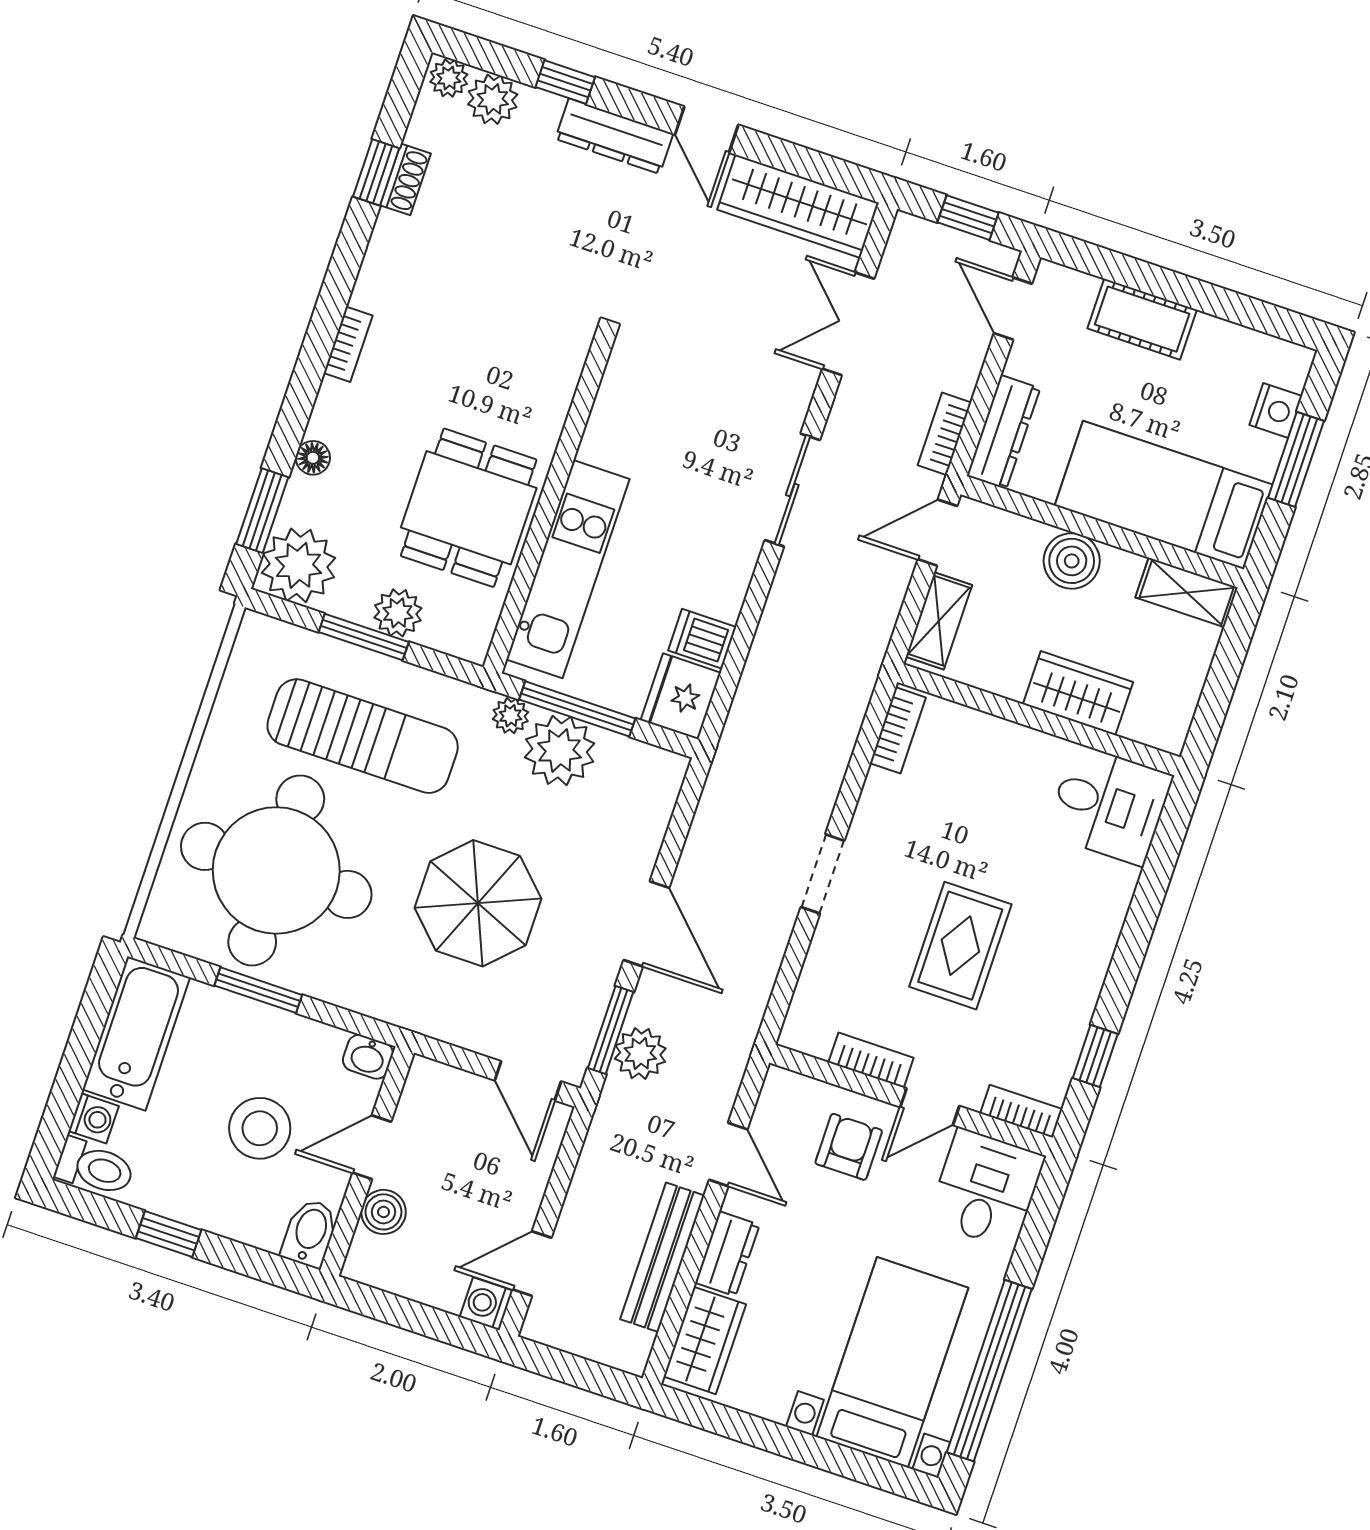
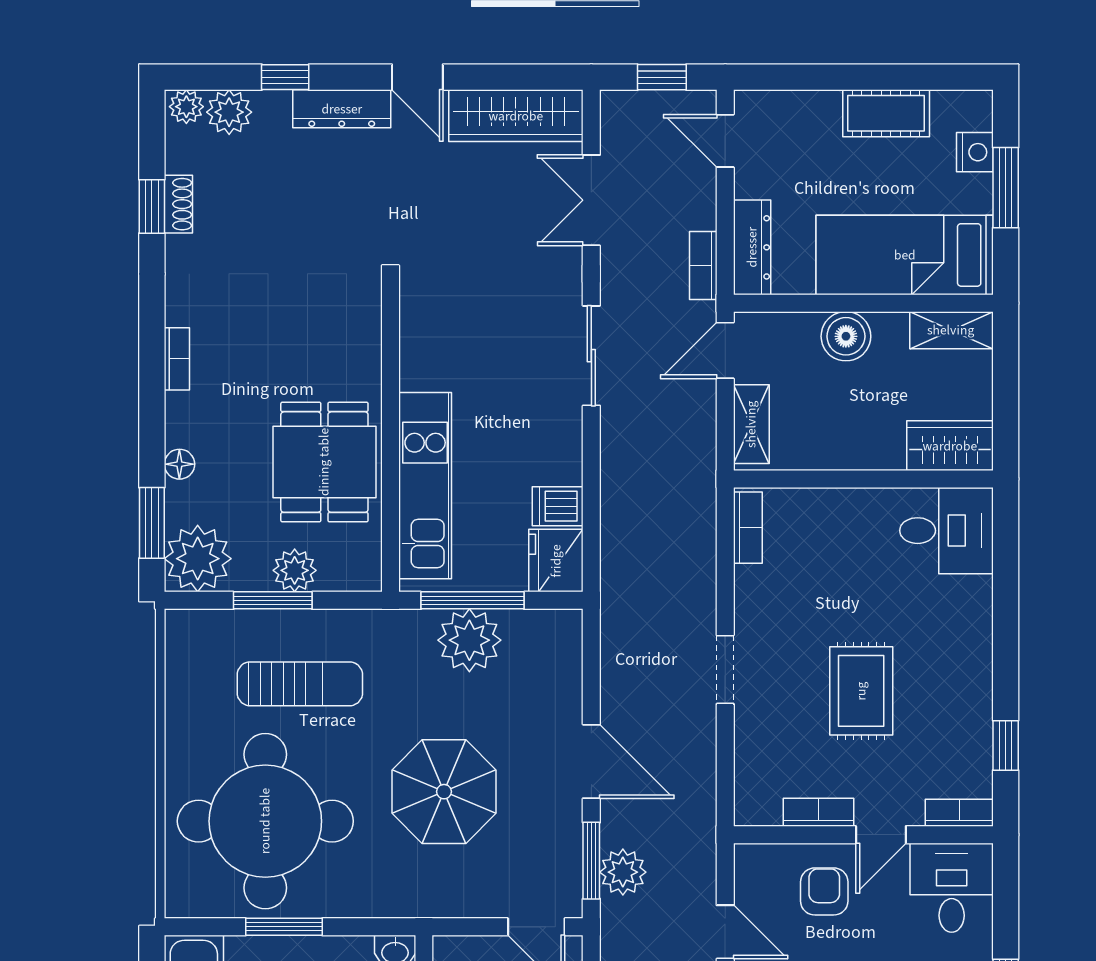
cot: (1142, 319) -> (886, 113), moved
wardrobe: (1078, 693) -> (950, 446), moved
plant: (511, 716) -> (418, 625), removed
sun lounger: (363, 736) -> (300, 684), width x0.73, depth x0.75

